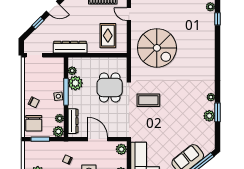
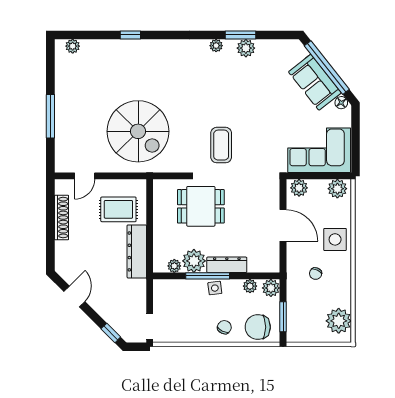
window: (218, 19) -> (130, 35), moved
window: (38, 23) -> (111, 333), moved
dresser: (70, 47) -> (137, 251), moved
spiral stairs: (157, 48) -> (138, 131), turned 90
dresser: (73, 121) -> (227, 265), moved
chair: (34, 123) -> (258, 327), turned 180
door: (98, 139) -> (283, 225), swing flipped

